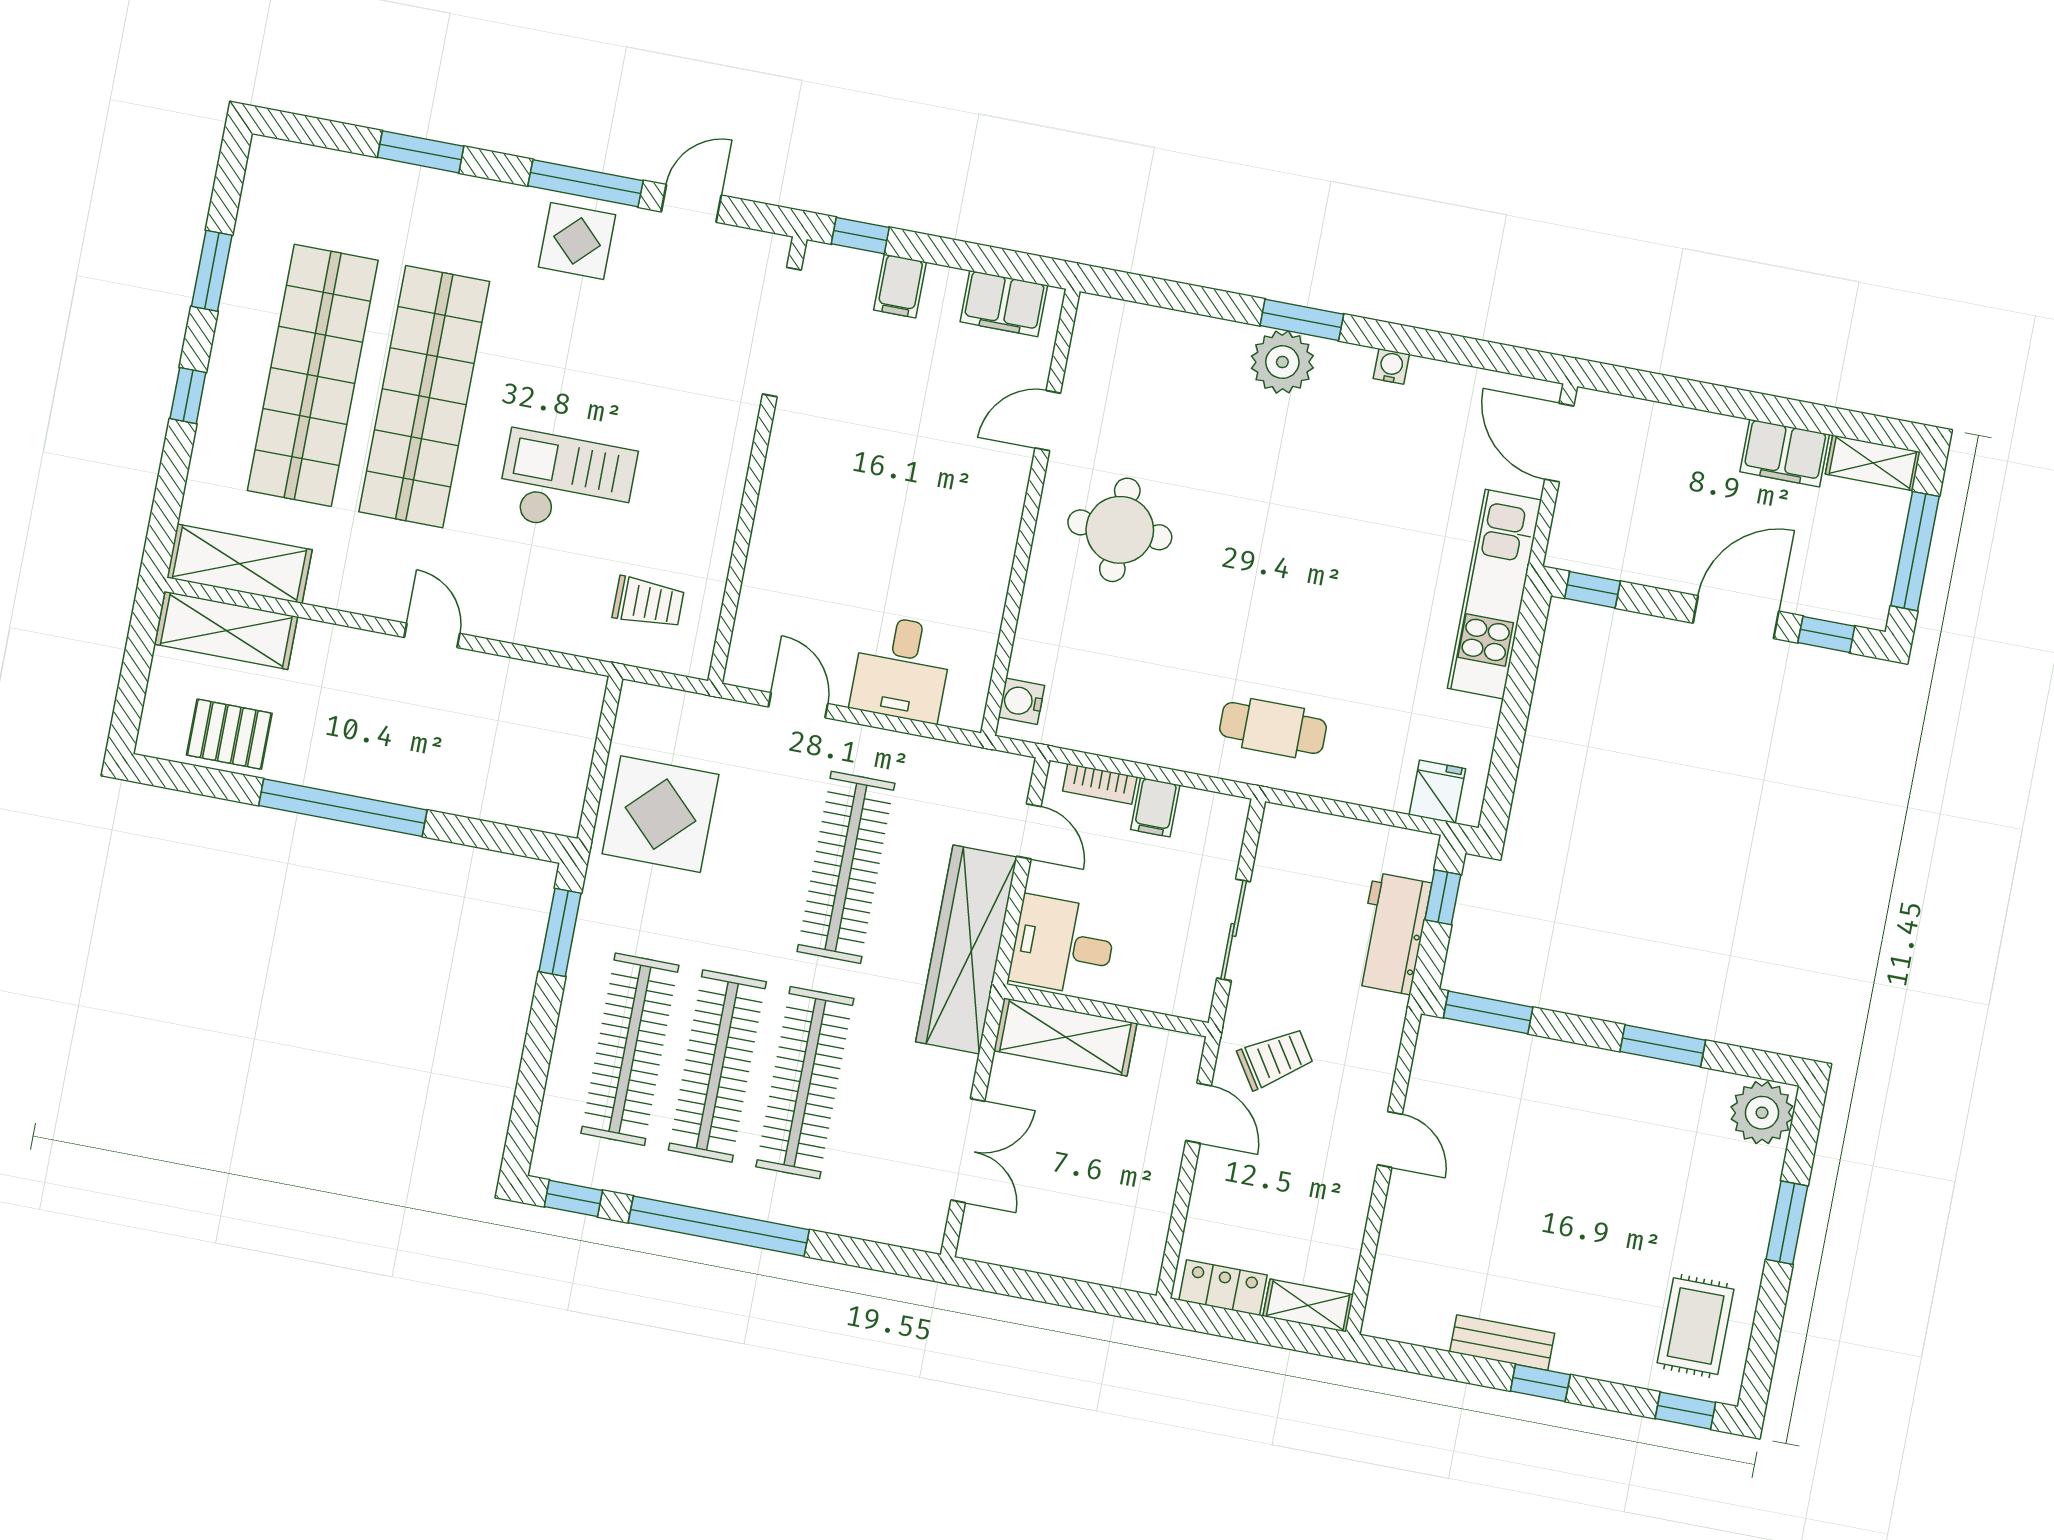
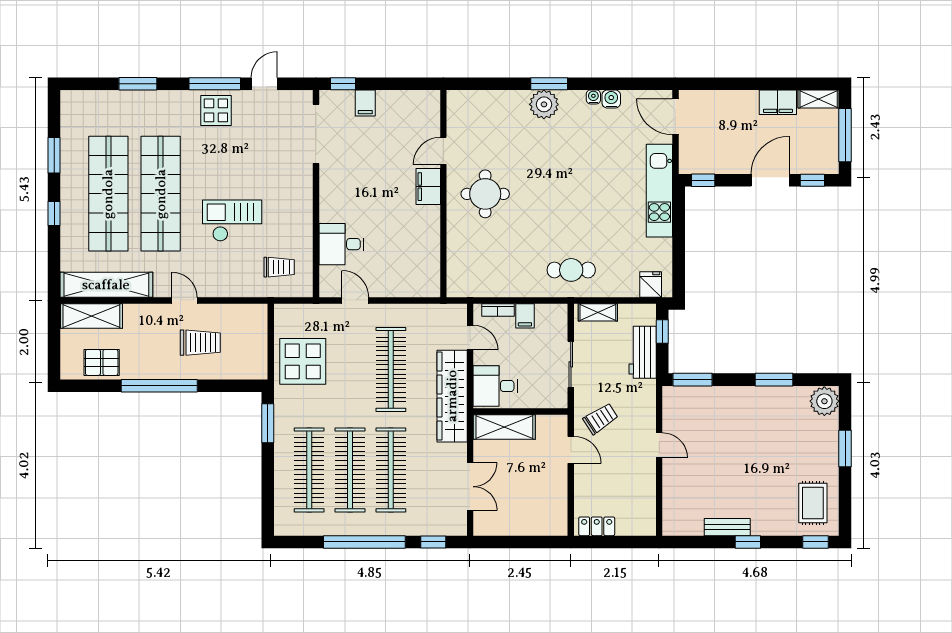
filing cabinet: (1004, 304) -> (428, 187), moved, turned 90
shelving: (240, 564) -> (106, 285), width x1.47
desk: (902, 669) -> (341, 244), moved, turned 90
water cooler: (1021, 701) -> (611, 99), moved, turned 90
trolley: (449, 732) -> (200, 343), added
window: (573, 1198) -> (433, 542), moved
shelving: (1308, 1305) -> (598, 312), moved

